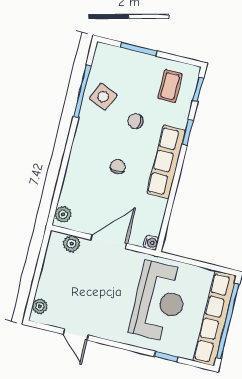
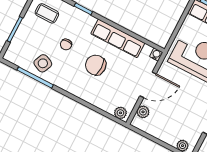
row of seats: (166, 162) -> (118, 38), moved
chair: (118, 167) -> (96, 65), width x1.87, depth x1.87
door: (109, 242) -> (148, 85), swing flipped

